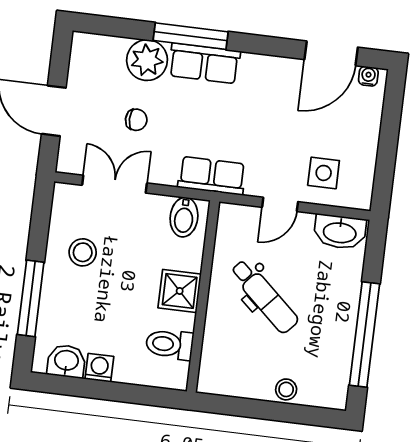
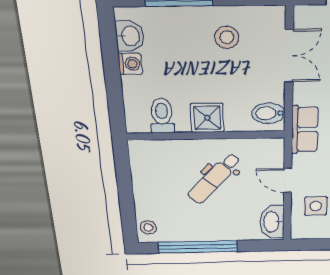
stool: (286, 389) -> (148, 227), moved

